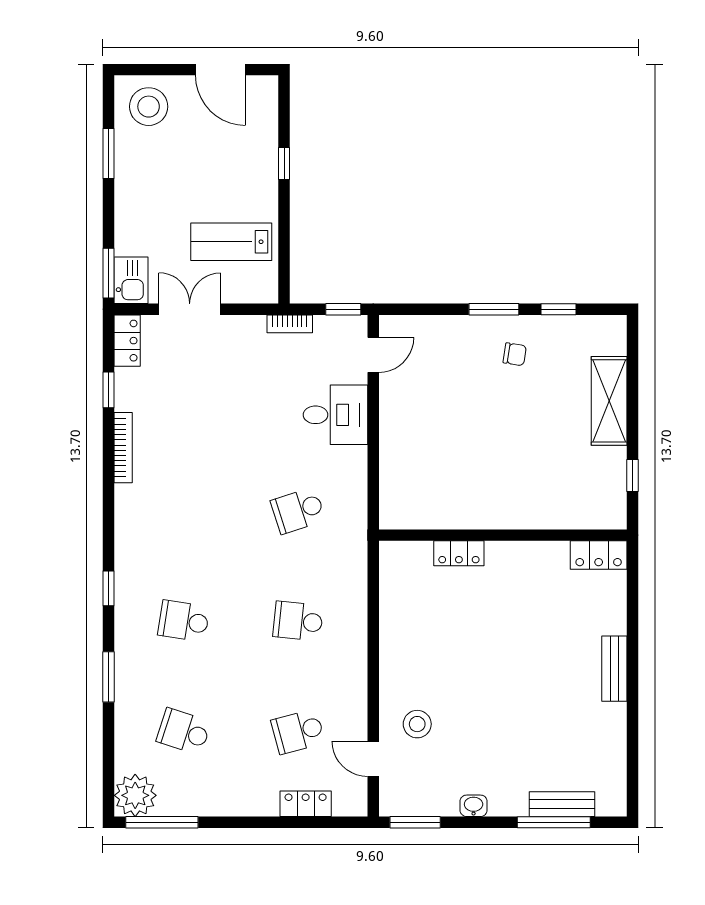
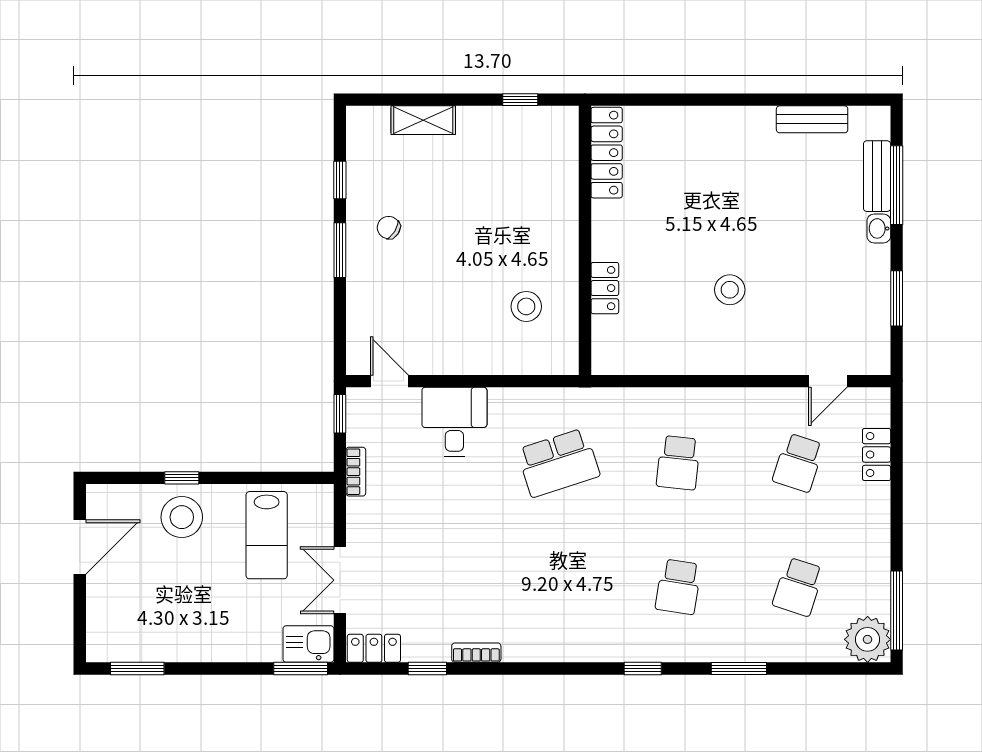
stool: (149, 107) -> (182, 517), moved
window: (108, 153) -> (137, 668), moved
chair: (515, 354) -> (389, 228), turned -67
shelving: (609, 401) -> (423, 120), width x0.67, depth x0.75
bookcase: (123, 448) -> (476, 653), width x0.64
stool: (442, 481) -> (526, 306), added
school desk: (298, 510) -> (558, 463), width x1.85
locker: (599, 555) -> (607, 153), width x1.53
bench: (614, 669) -> (812, 119), moved
stool: (417, 724) -> (730, 290), moved
school desk: (298, 732) -> (798, 463), turned 33
washbasin: (474, 806) -> (879, 228), moved
window: (415, 822) -> (897, 298), moved

